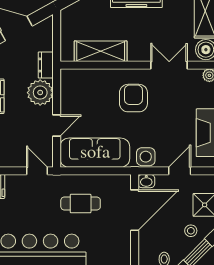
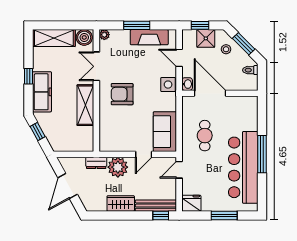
shelving: (101, 51) -> (85, 105), moved
door: (57, 125) -> (144, 154), swing flipped
sofa: (95, 153) -> (165, 132), width x0.73

